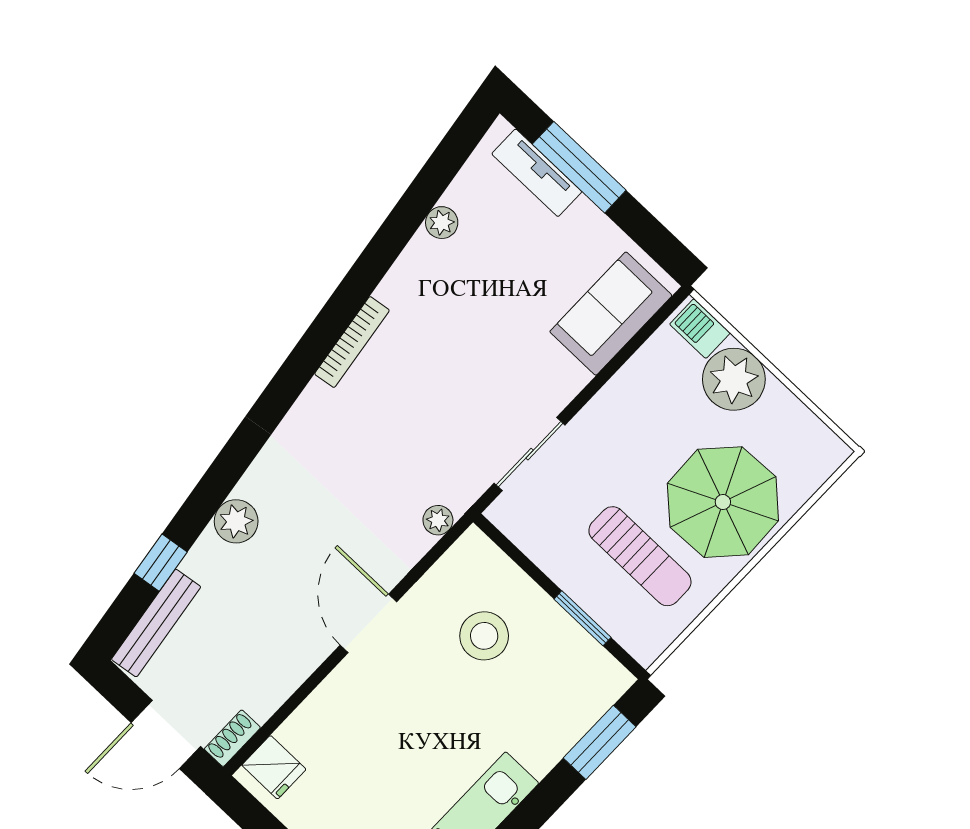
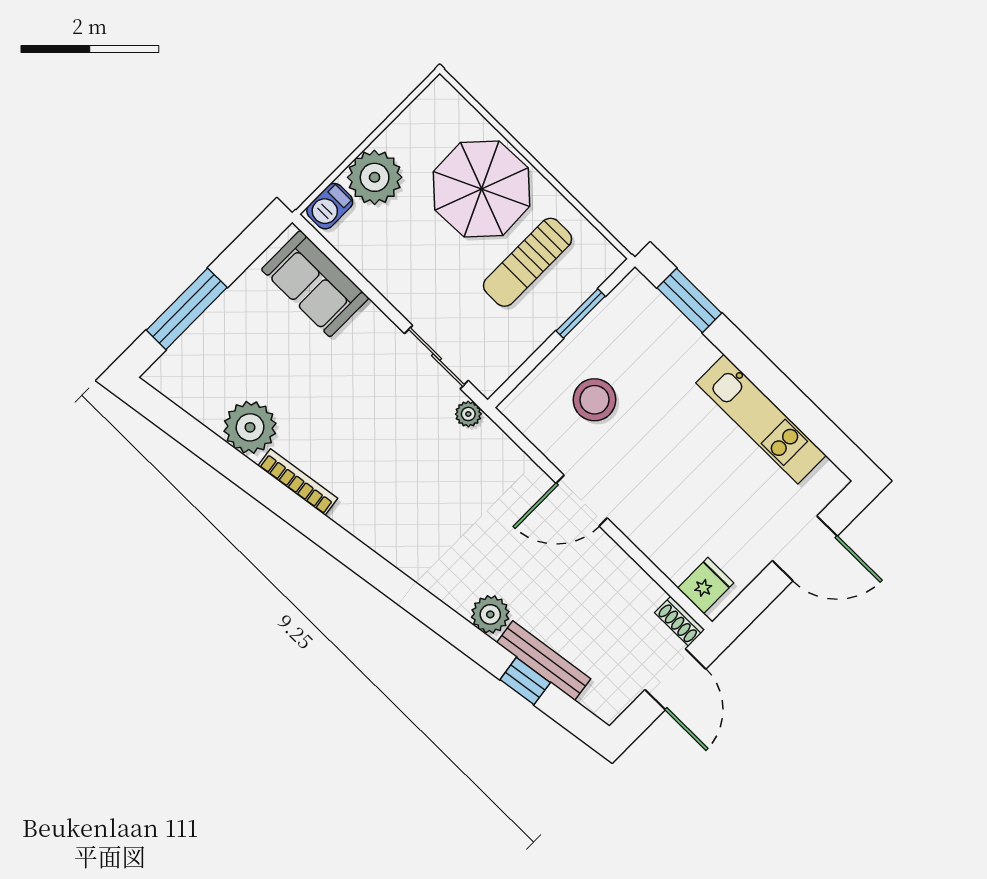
tv unit: (537, 173) -> (191, 346), removed
plant: (442, 223) -> (250, 427), width x1.88, depth x1.88
bookcase: (352, 342) -> (298, 482), moved
plant: (438, 520) -> (468, 414), moved
sun lounger: (640, 556) -> (527, 262), turned 180
bench: (156, 623) -> (544, 661), moved

